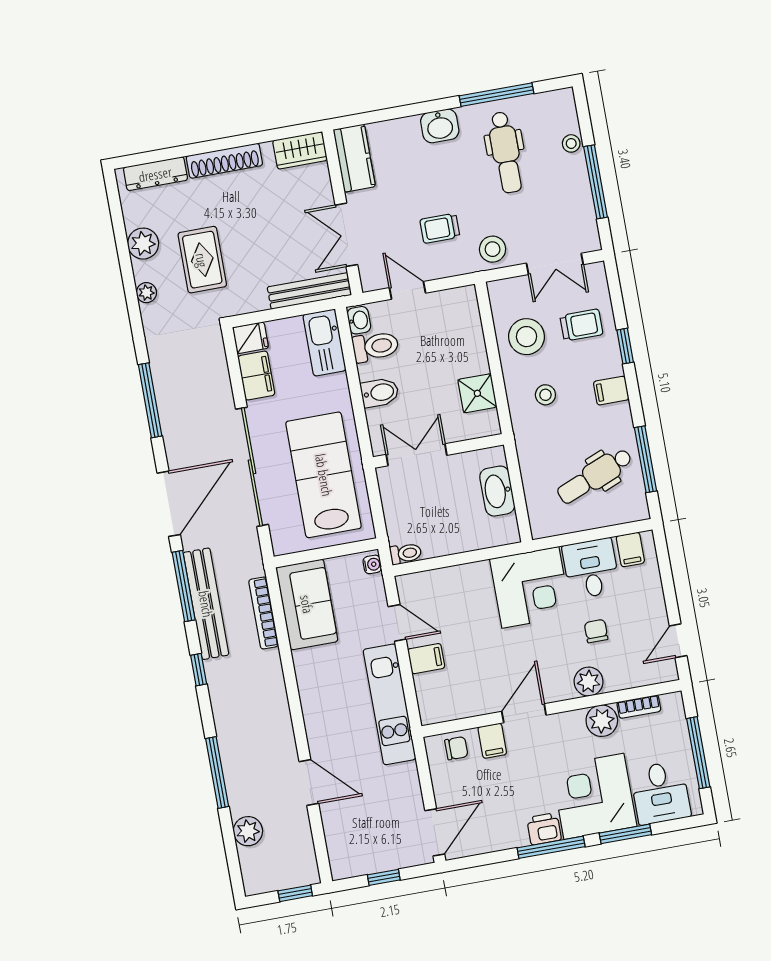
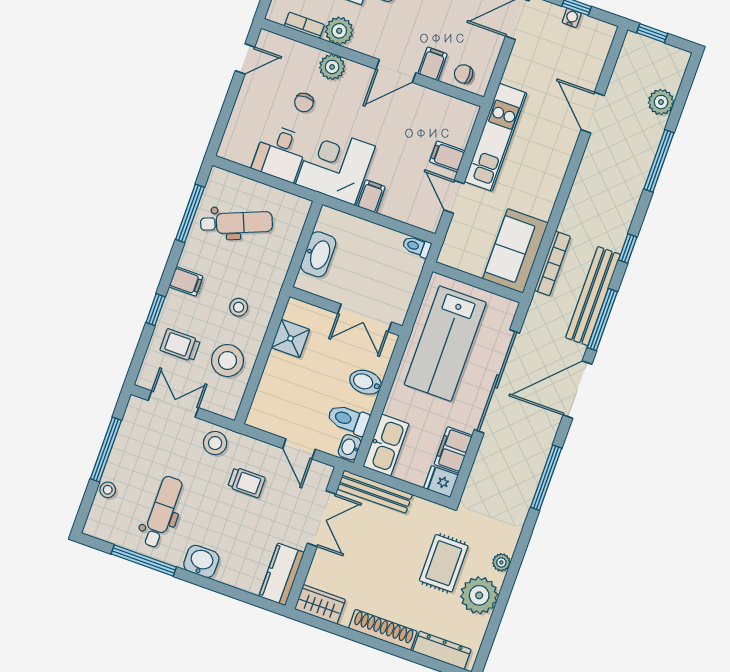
plant: (143, 244) -> (479, 595), width x1.36, depth x1.36
filing cabinet: (630, 550) -> (371, 196), moved
water cooler: (372, 564) -> (572, 18), moved, turned 90

